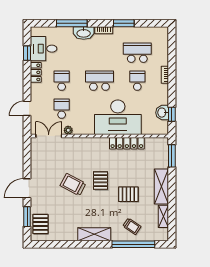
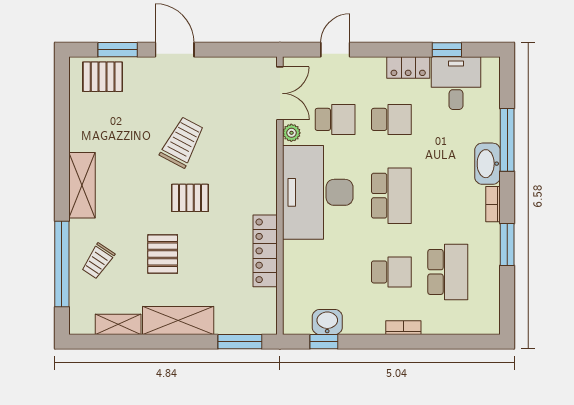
door: (27, 108) -> (335, 50), hinge flipped
desk: (118, 117) -> (318, 192), moved

